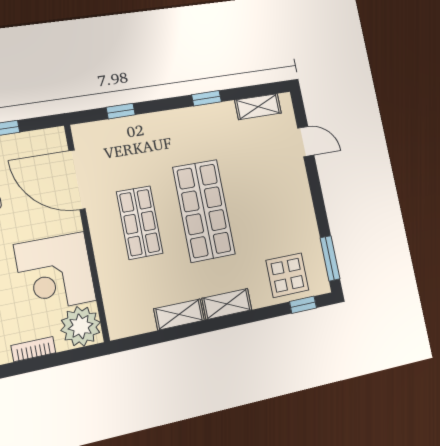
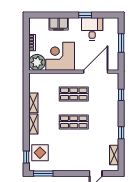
shop shelf: (204, 211) -> (74, 122), width x0.70, depth x0.74

